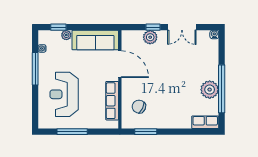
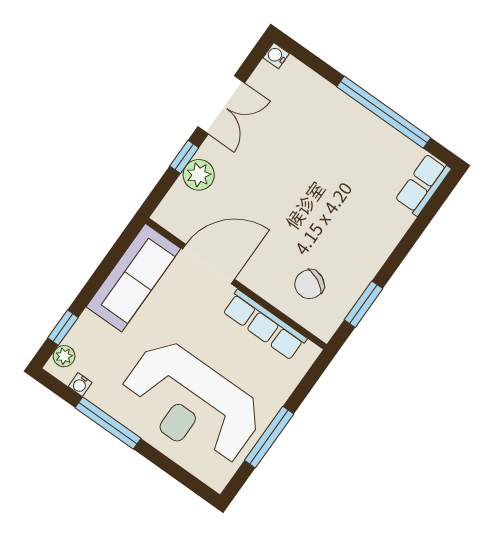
plant: (66, 35) -> (64, 356), moved
plant: (210, 90) -> (369, 135), removed
reception desk: (64, 94) -> (191, 404), width x1.36, depth x1.30

